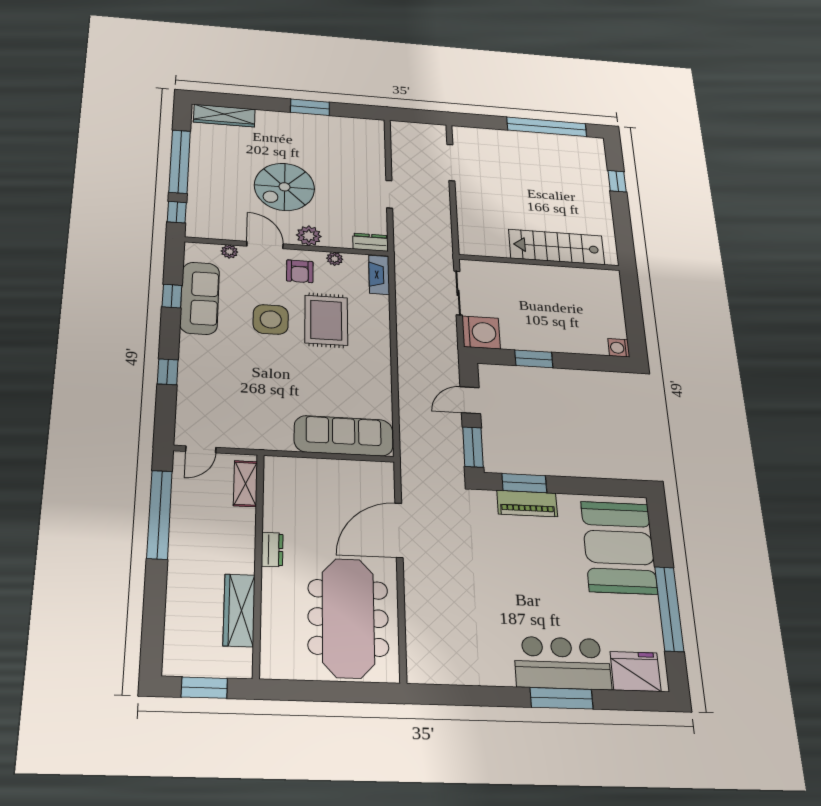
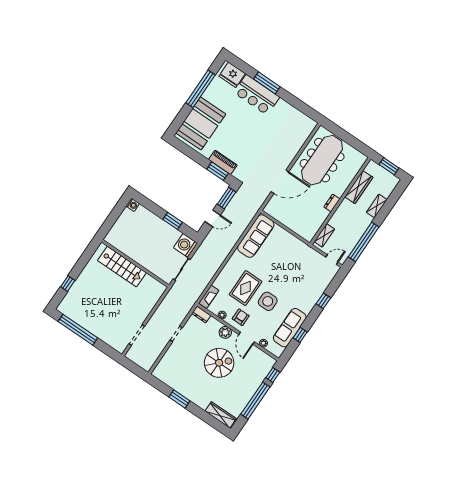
sofa: (344, 436) -> (256, 236), moved, turned -90
shelving: (178, 595) -> (377, 206), added

